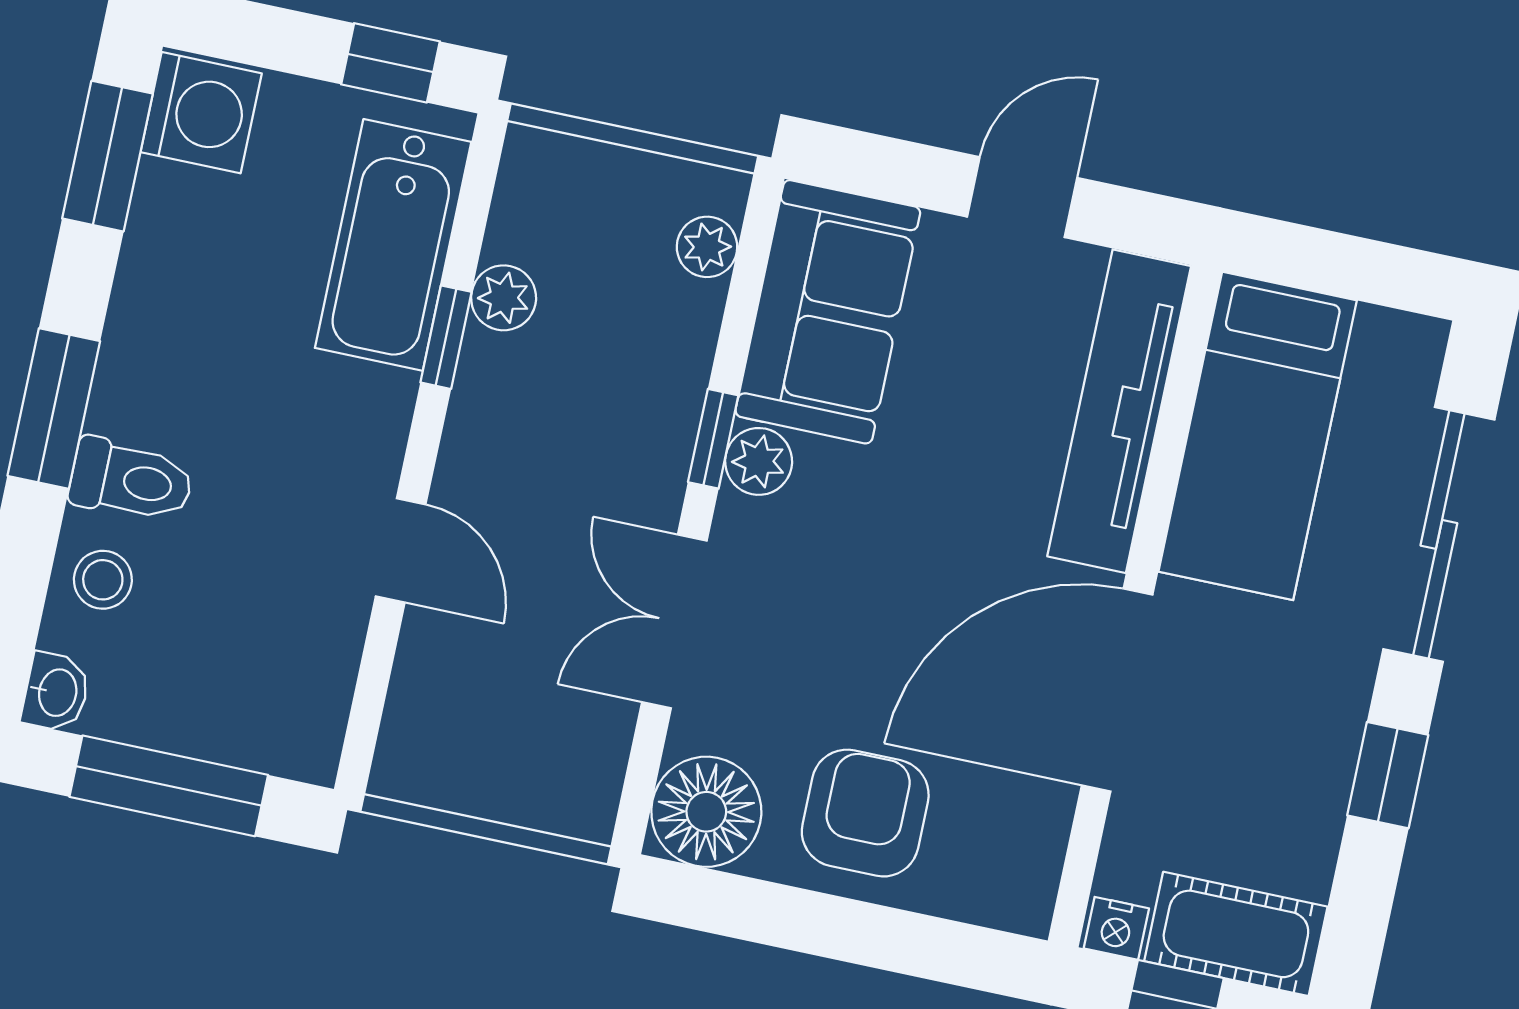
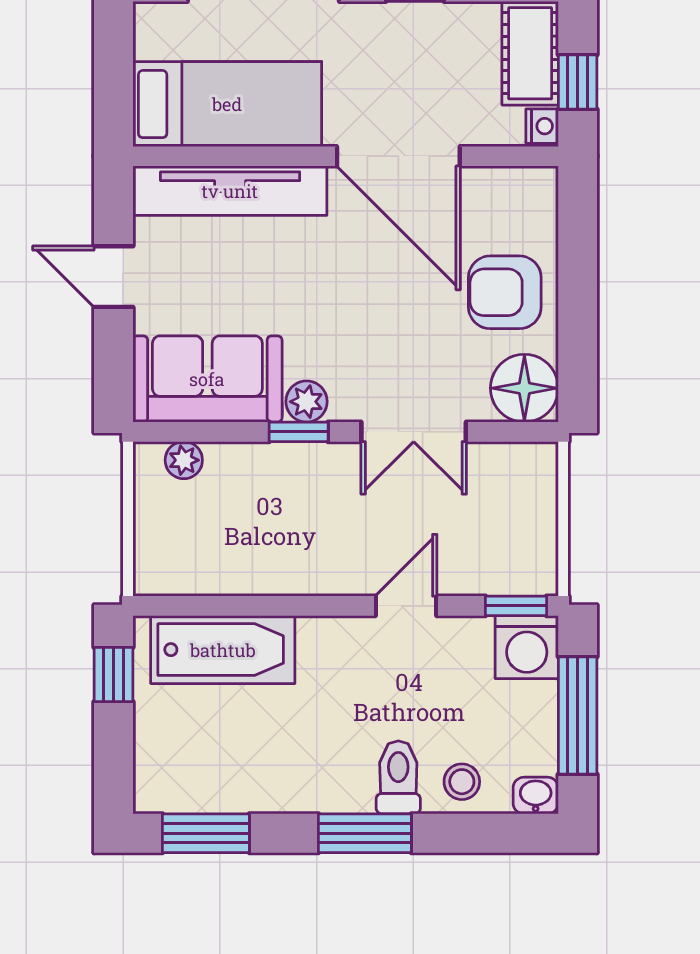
washing machine: (201, 113) -> (527, 647), moved, turned 180
plant: (504, 298) -> (241, 576), removed
window: (446, 337) -> (516, 606), moved

